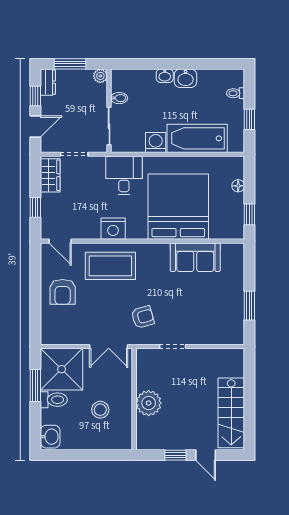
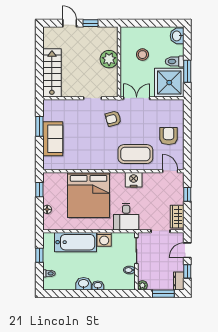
sofa: (195, 257) -> (53, 139), moved, turned 90
stairs: (231, 413) -> (52, 73), moved

